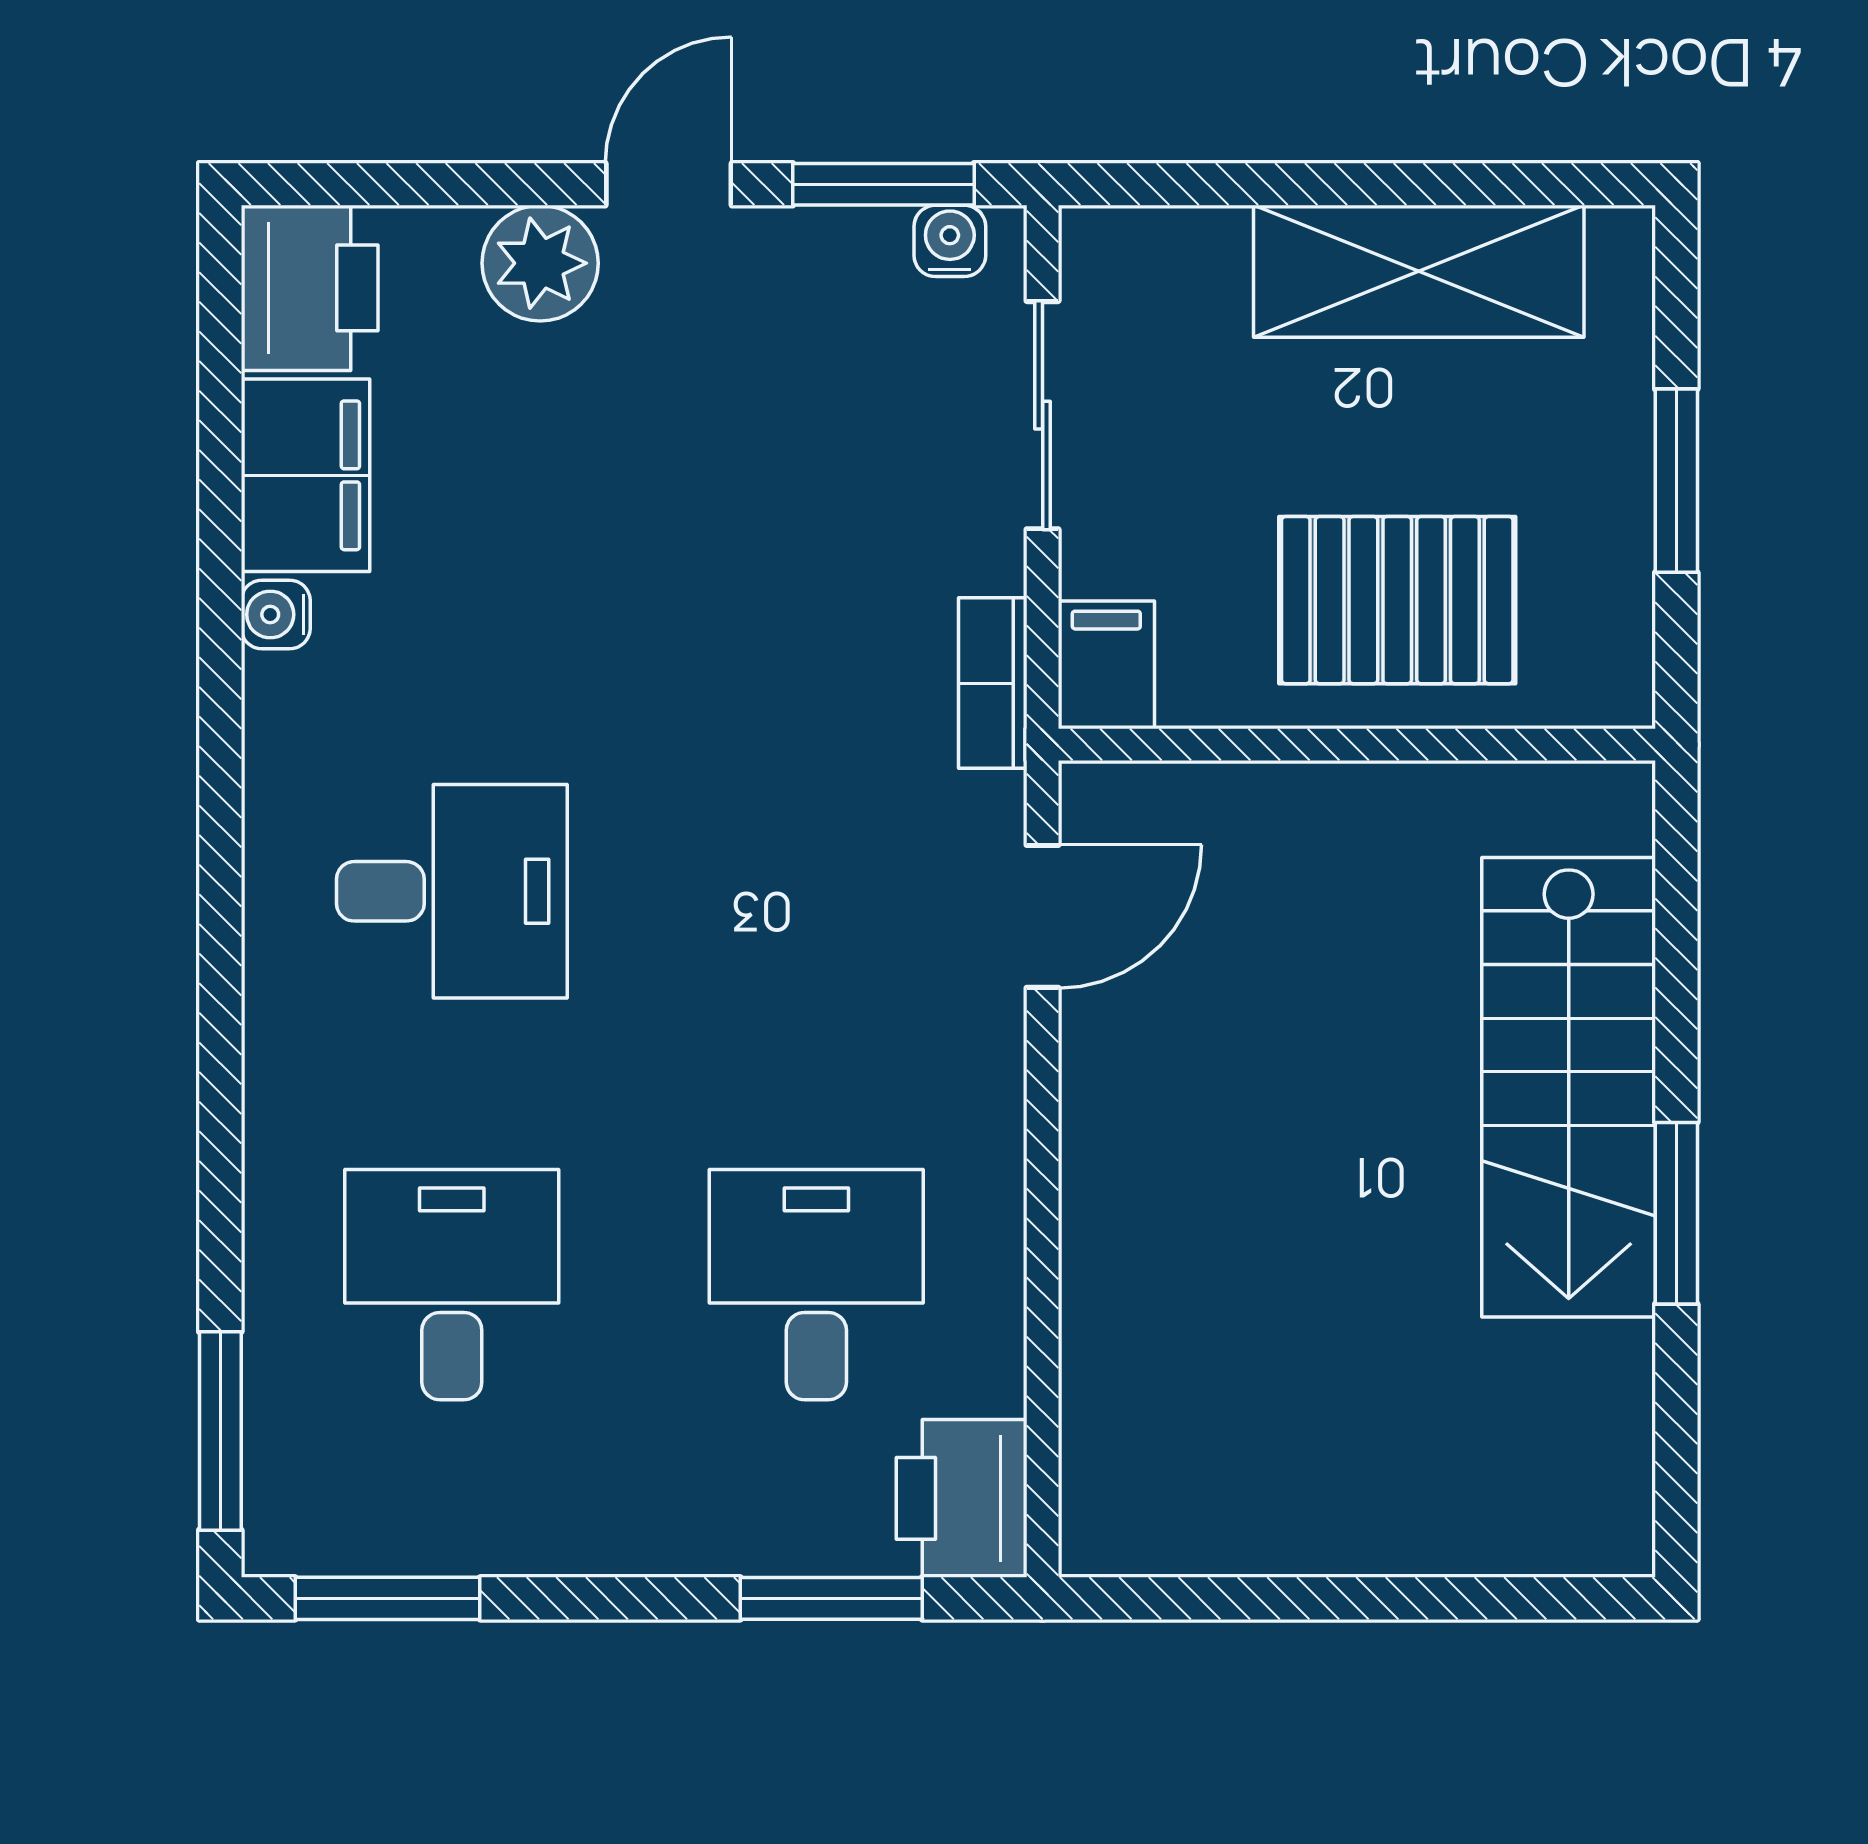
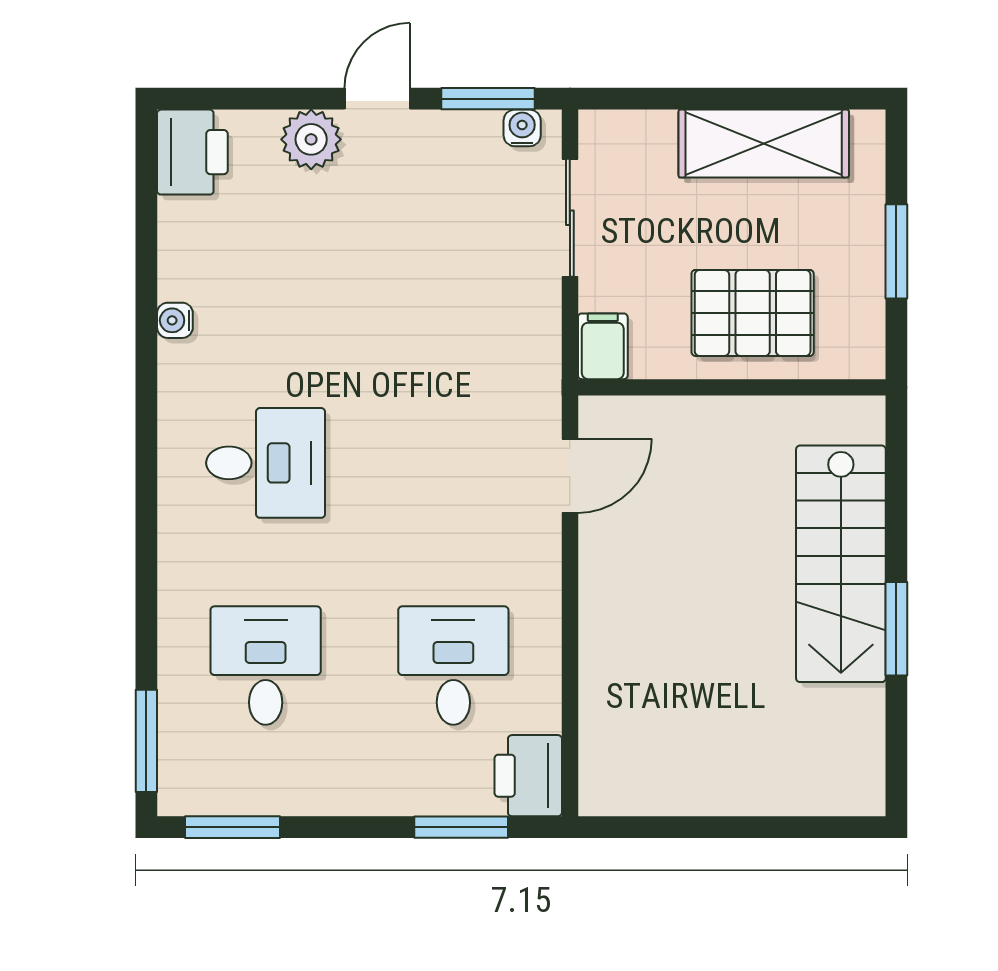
filing cabinet: (305, 475) -> (190, 249), removed
bookcase: (993, 683) -> (544, 356), removed

